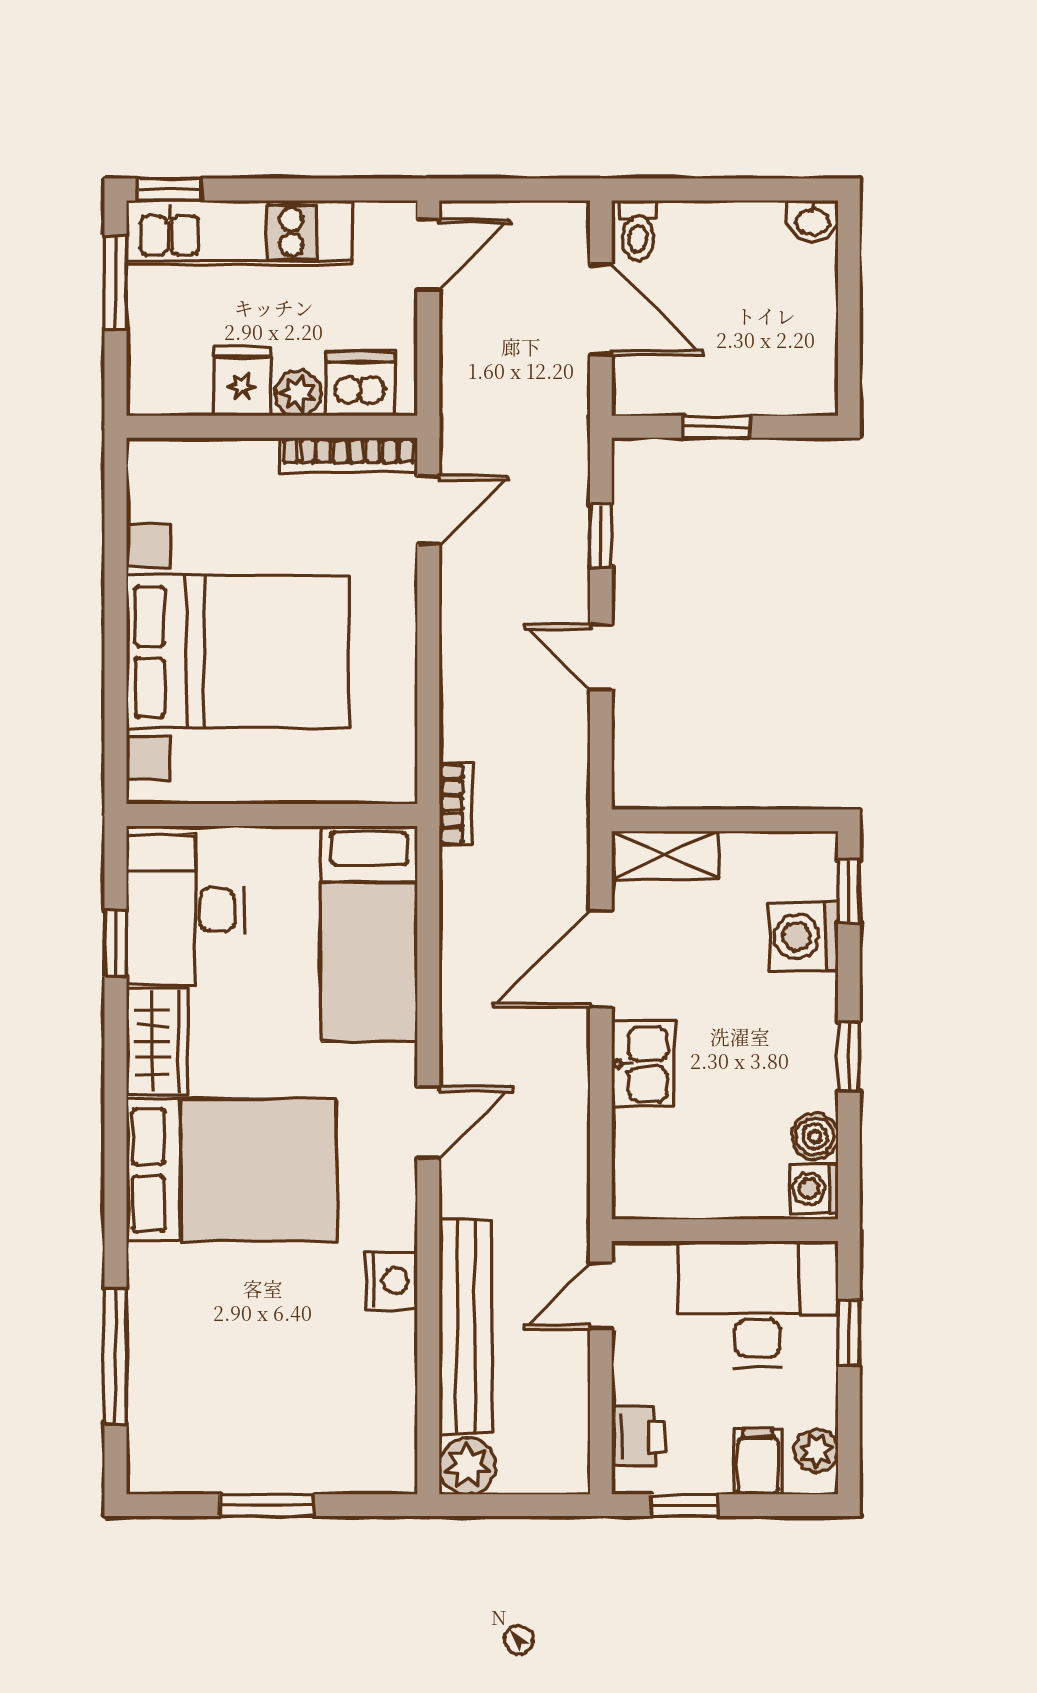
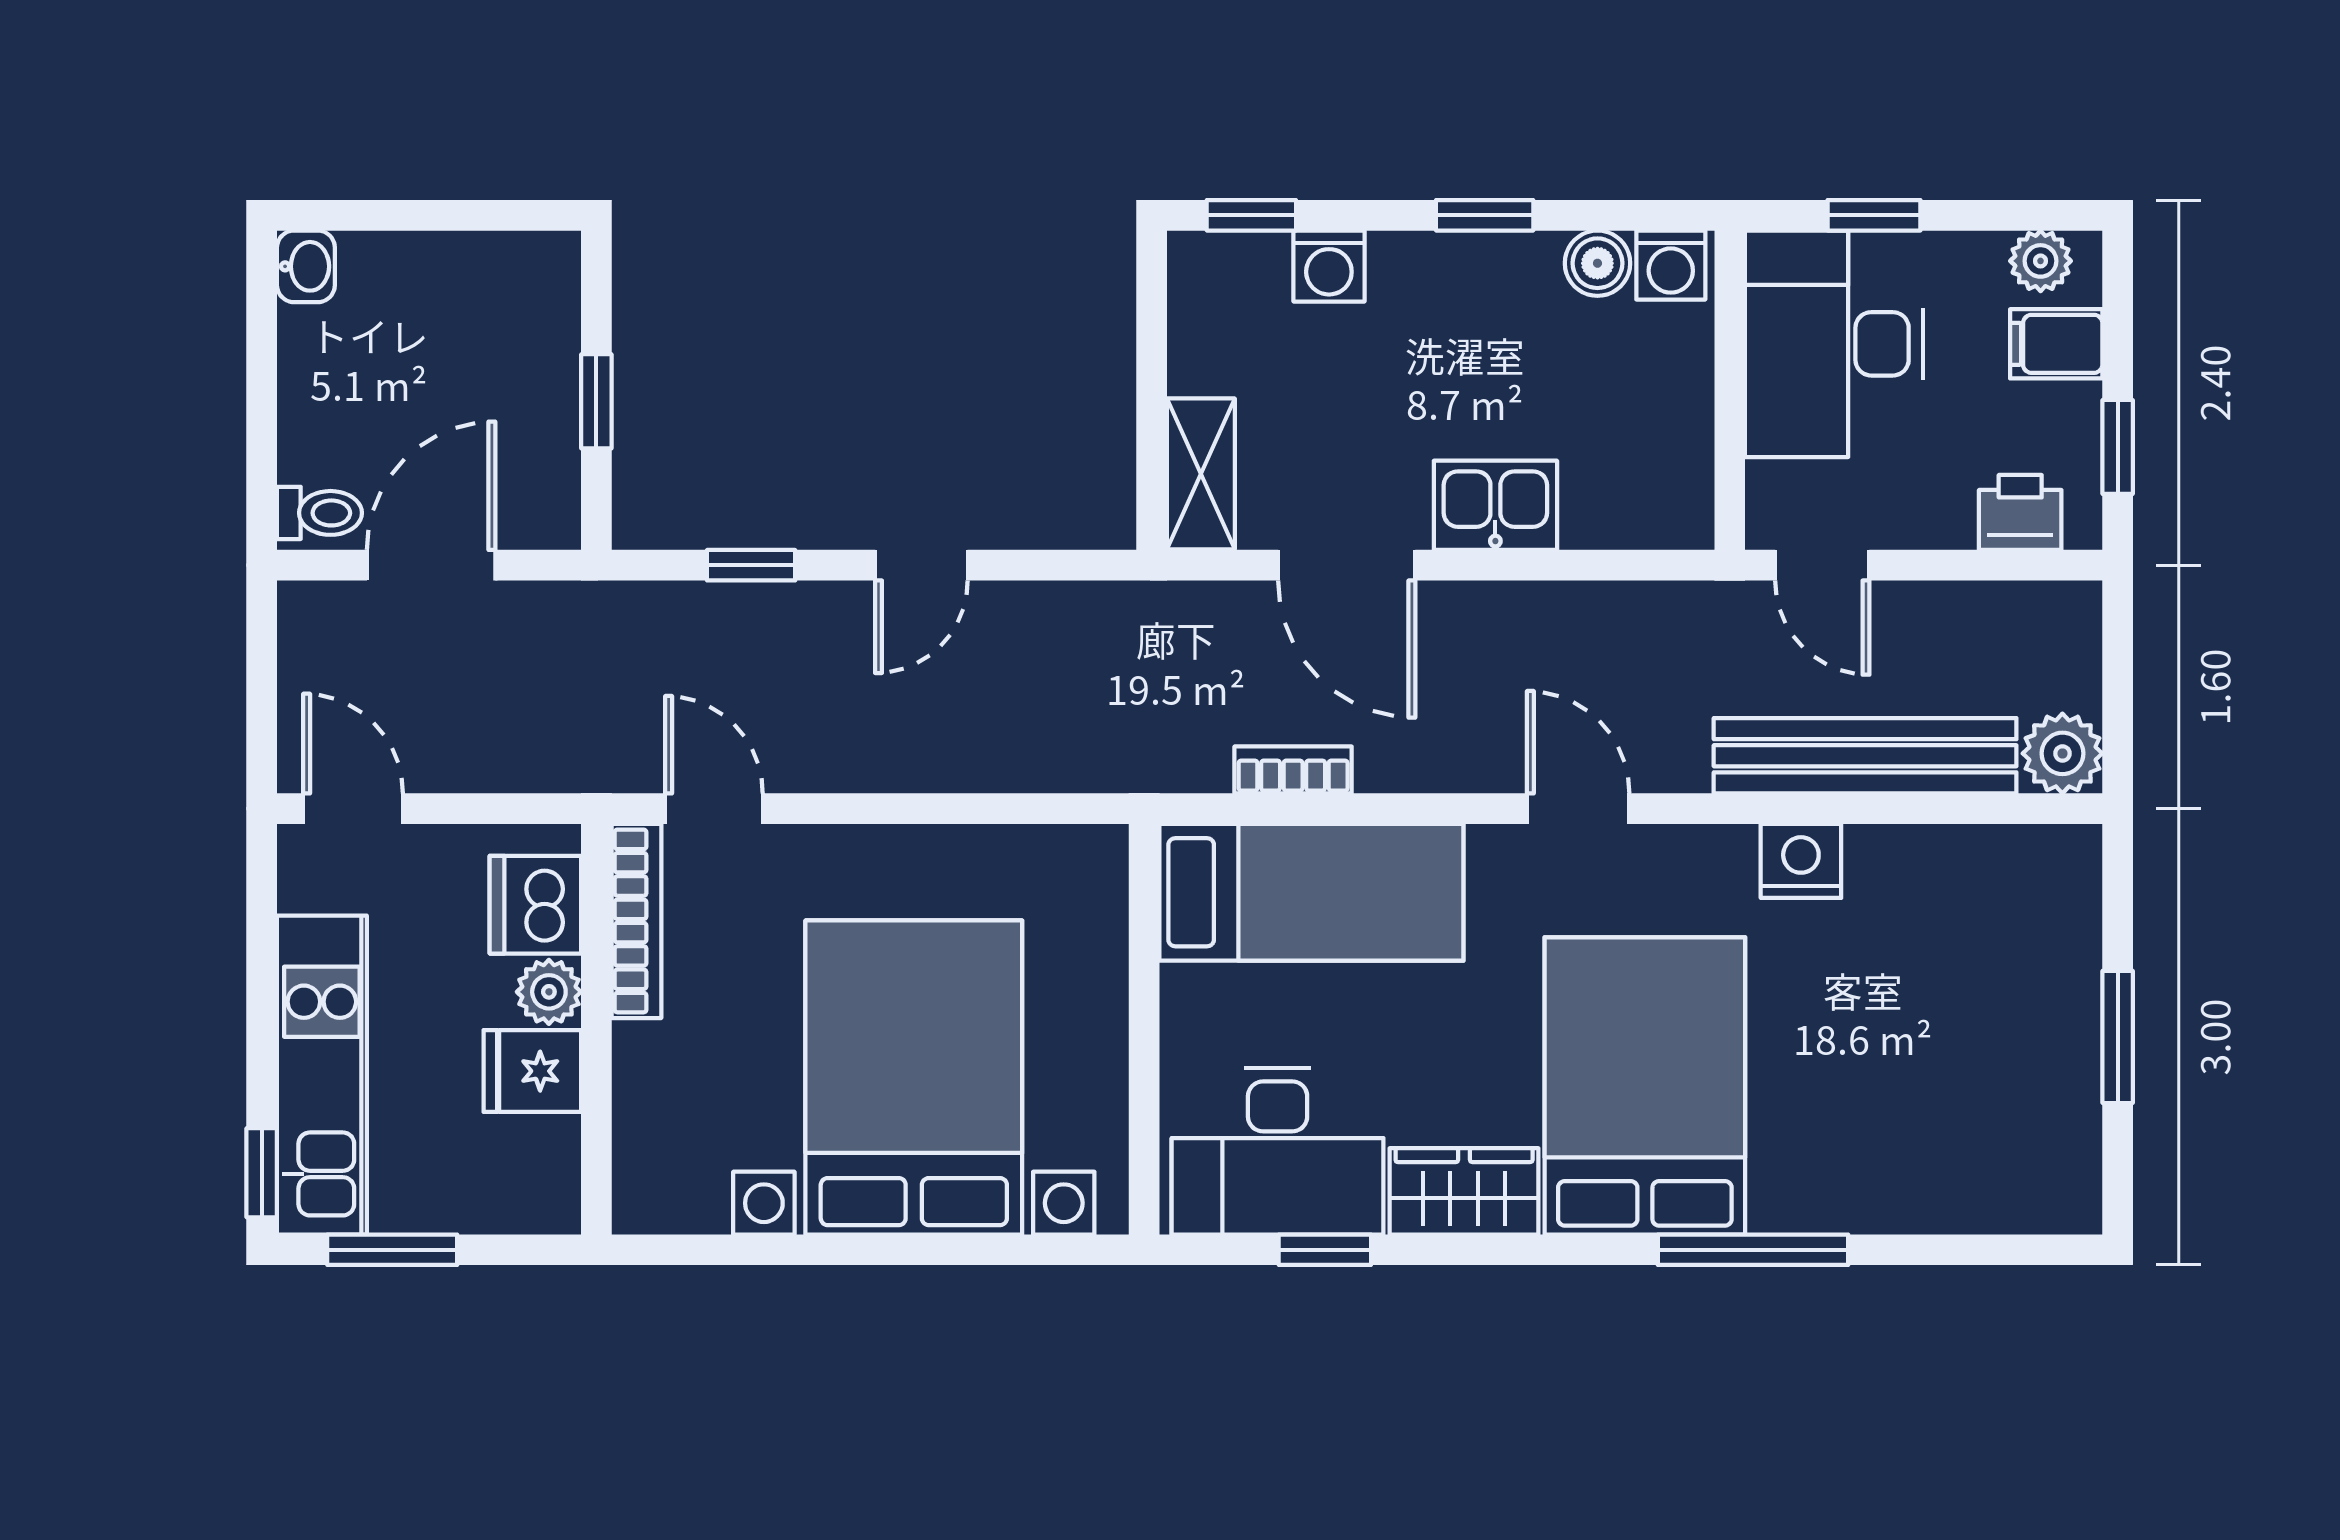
bookcase: (456, 804) -> (1293, 770), moved
washing machine: (803, 937) -> (1329, 266), width x0.73, depth x0.73
window: (116, 1356) -> (1753, 1250), moved

